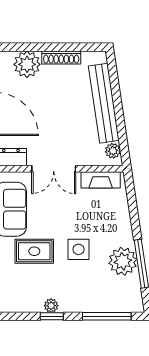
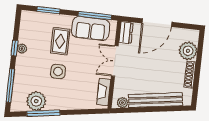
plant: (123, 261) -> (36, 101), moved

